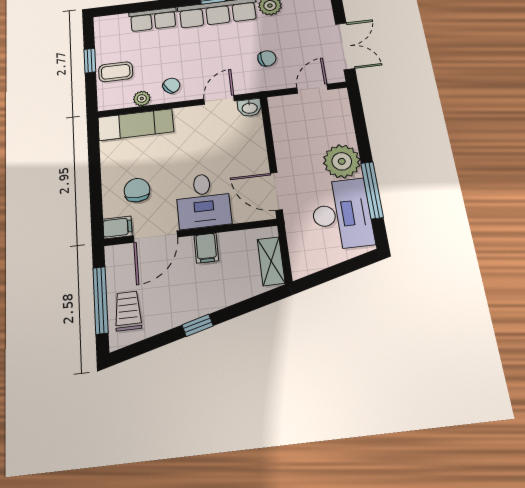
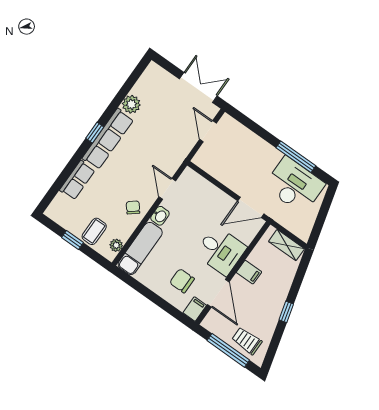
chair: (267, 58) -> (165, 138), removed
plant: (142, 98) -> (116, 245), moved
washbasin: (250, 108) -> (160, 216), moved
plant: (342, 161) -> (266, 157), removed

